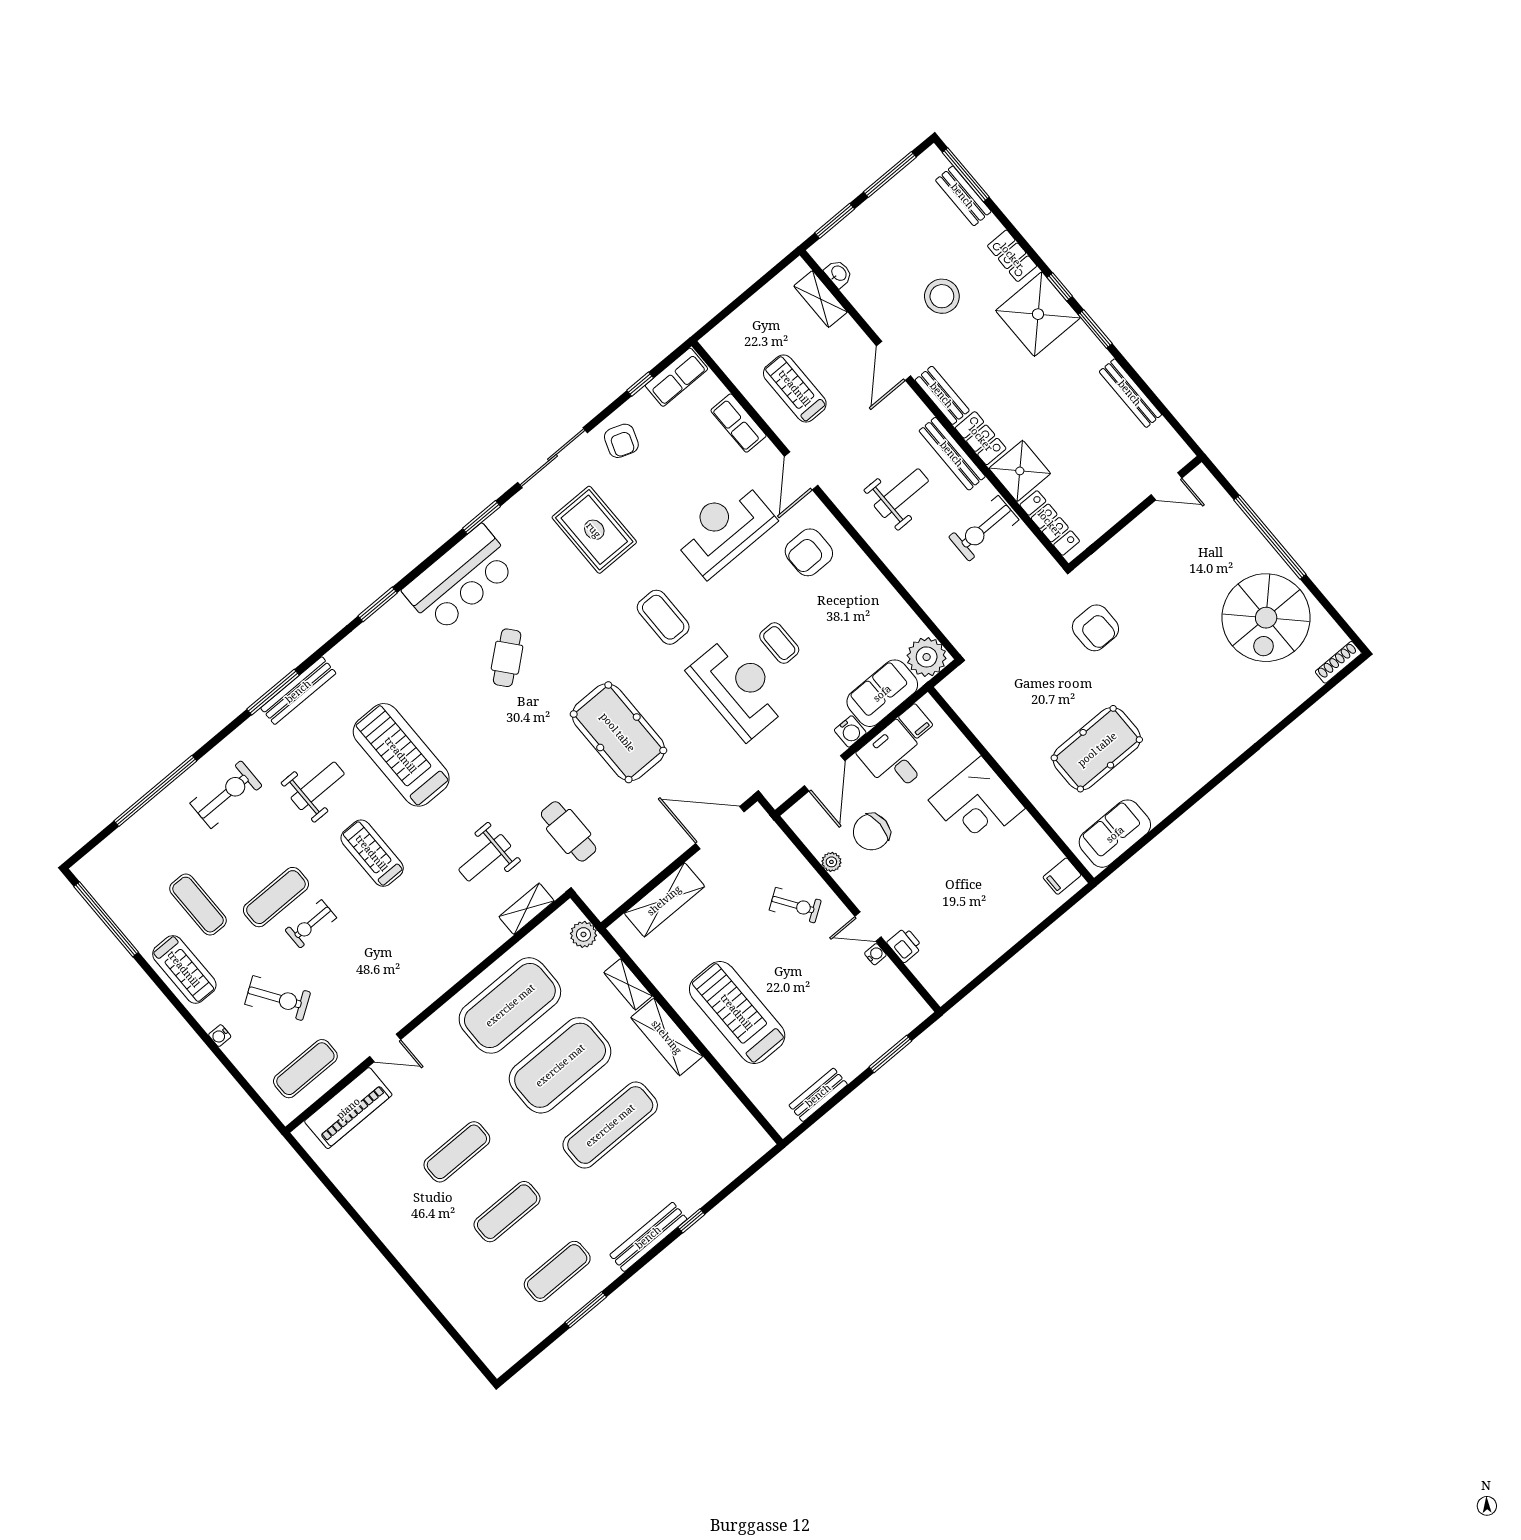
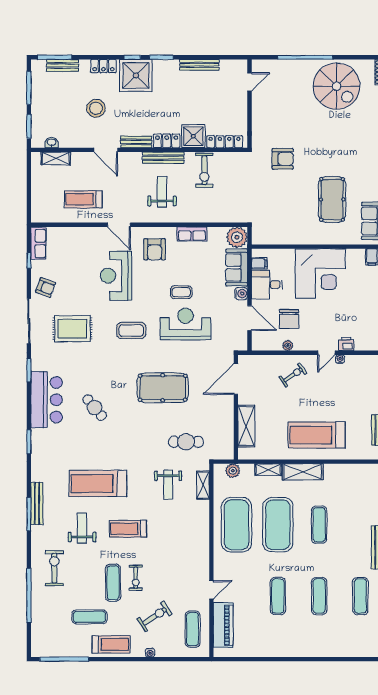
row of seats: (739, 423) -> (192, 234), moved
corner desk: (977, 804) -> (320, 274), width x1.36, depth x1.36
exercise mat: (610, 1125) -> (319, 525), width x0.73, depth x0.69

